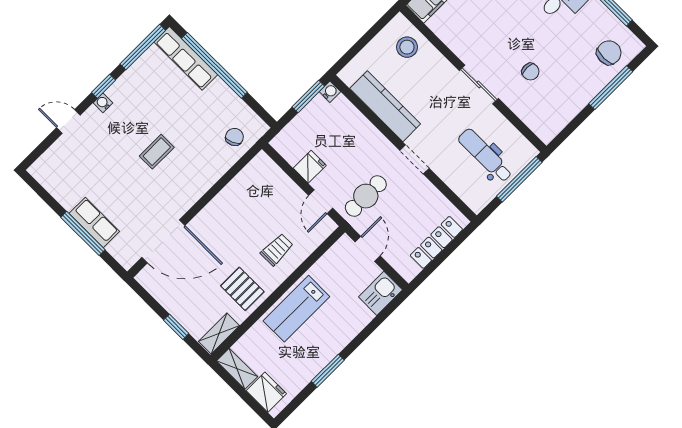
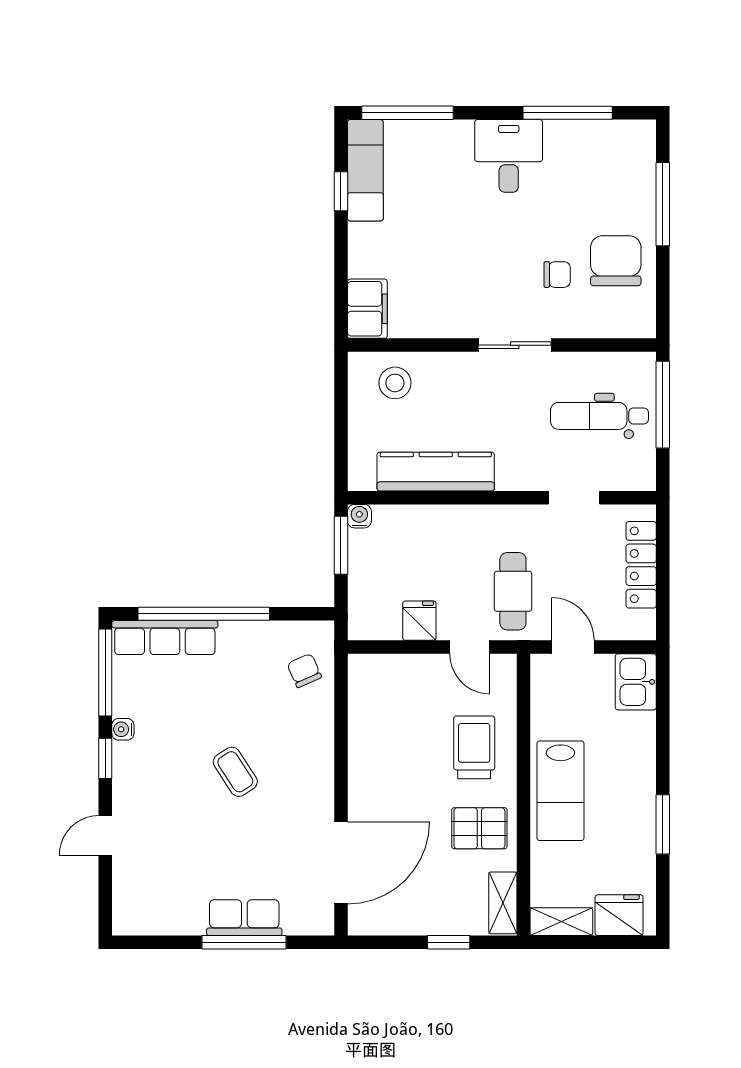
chair: (609, 53) -> (616, 261), moved, width x1.37, depth x1.37
water cooler: (103, 103) -> (123, 729), moved
coffee table: (157, 152) -> (235, 772), turned -33
doorway: (414, 159) -> (574, 498), moved
trolley: (277, 250) -> (474, 747), width x1.36, depth x1.39

